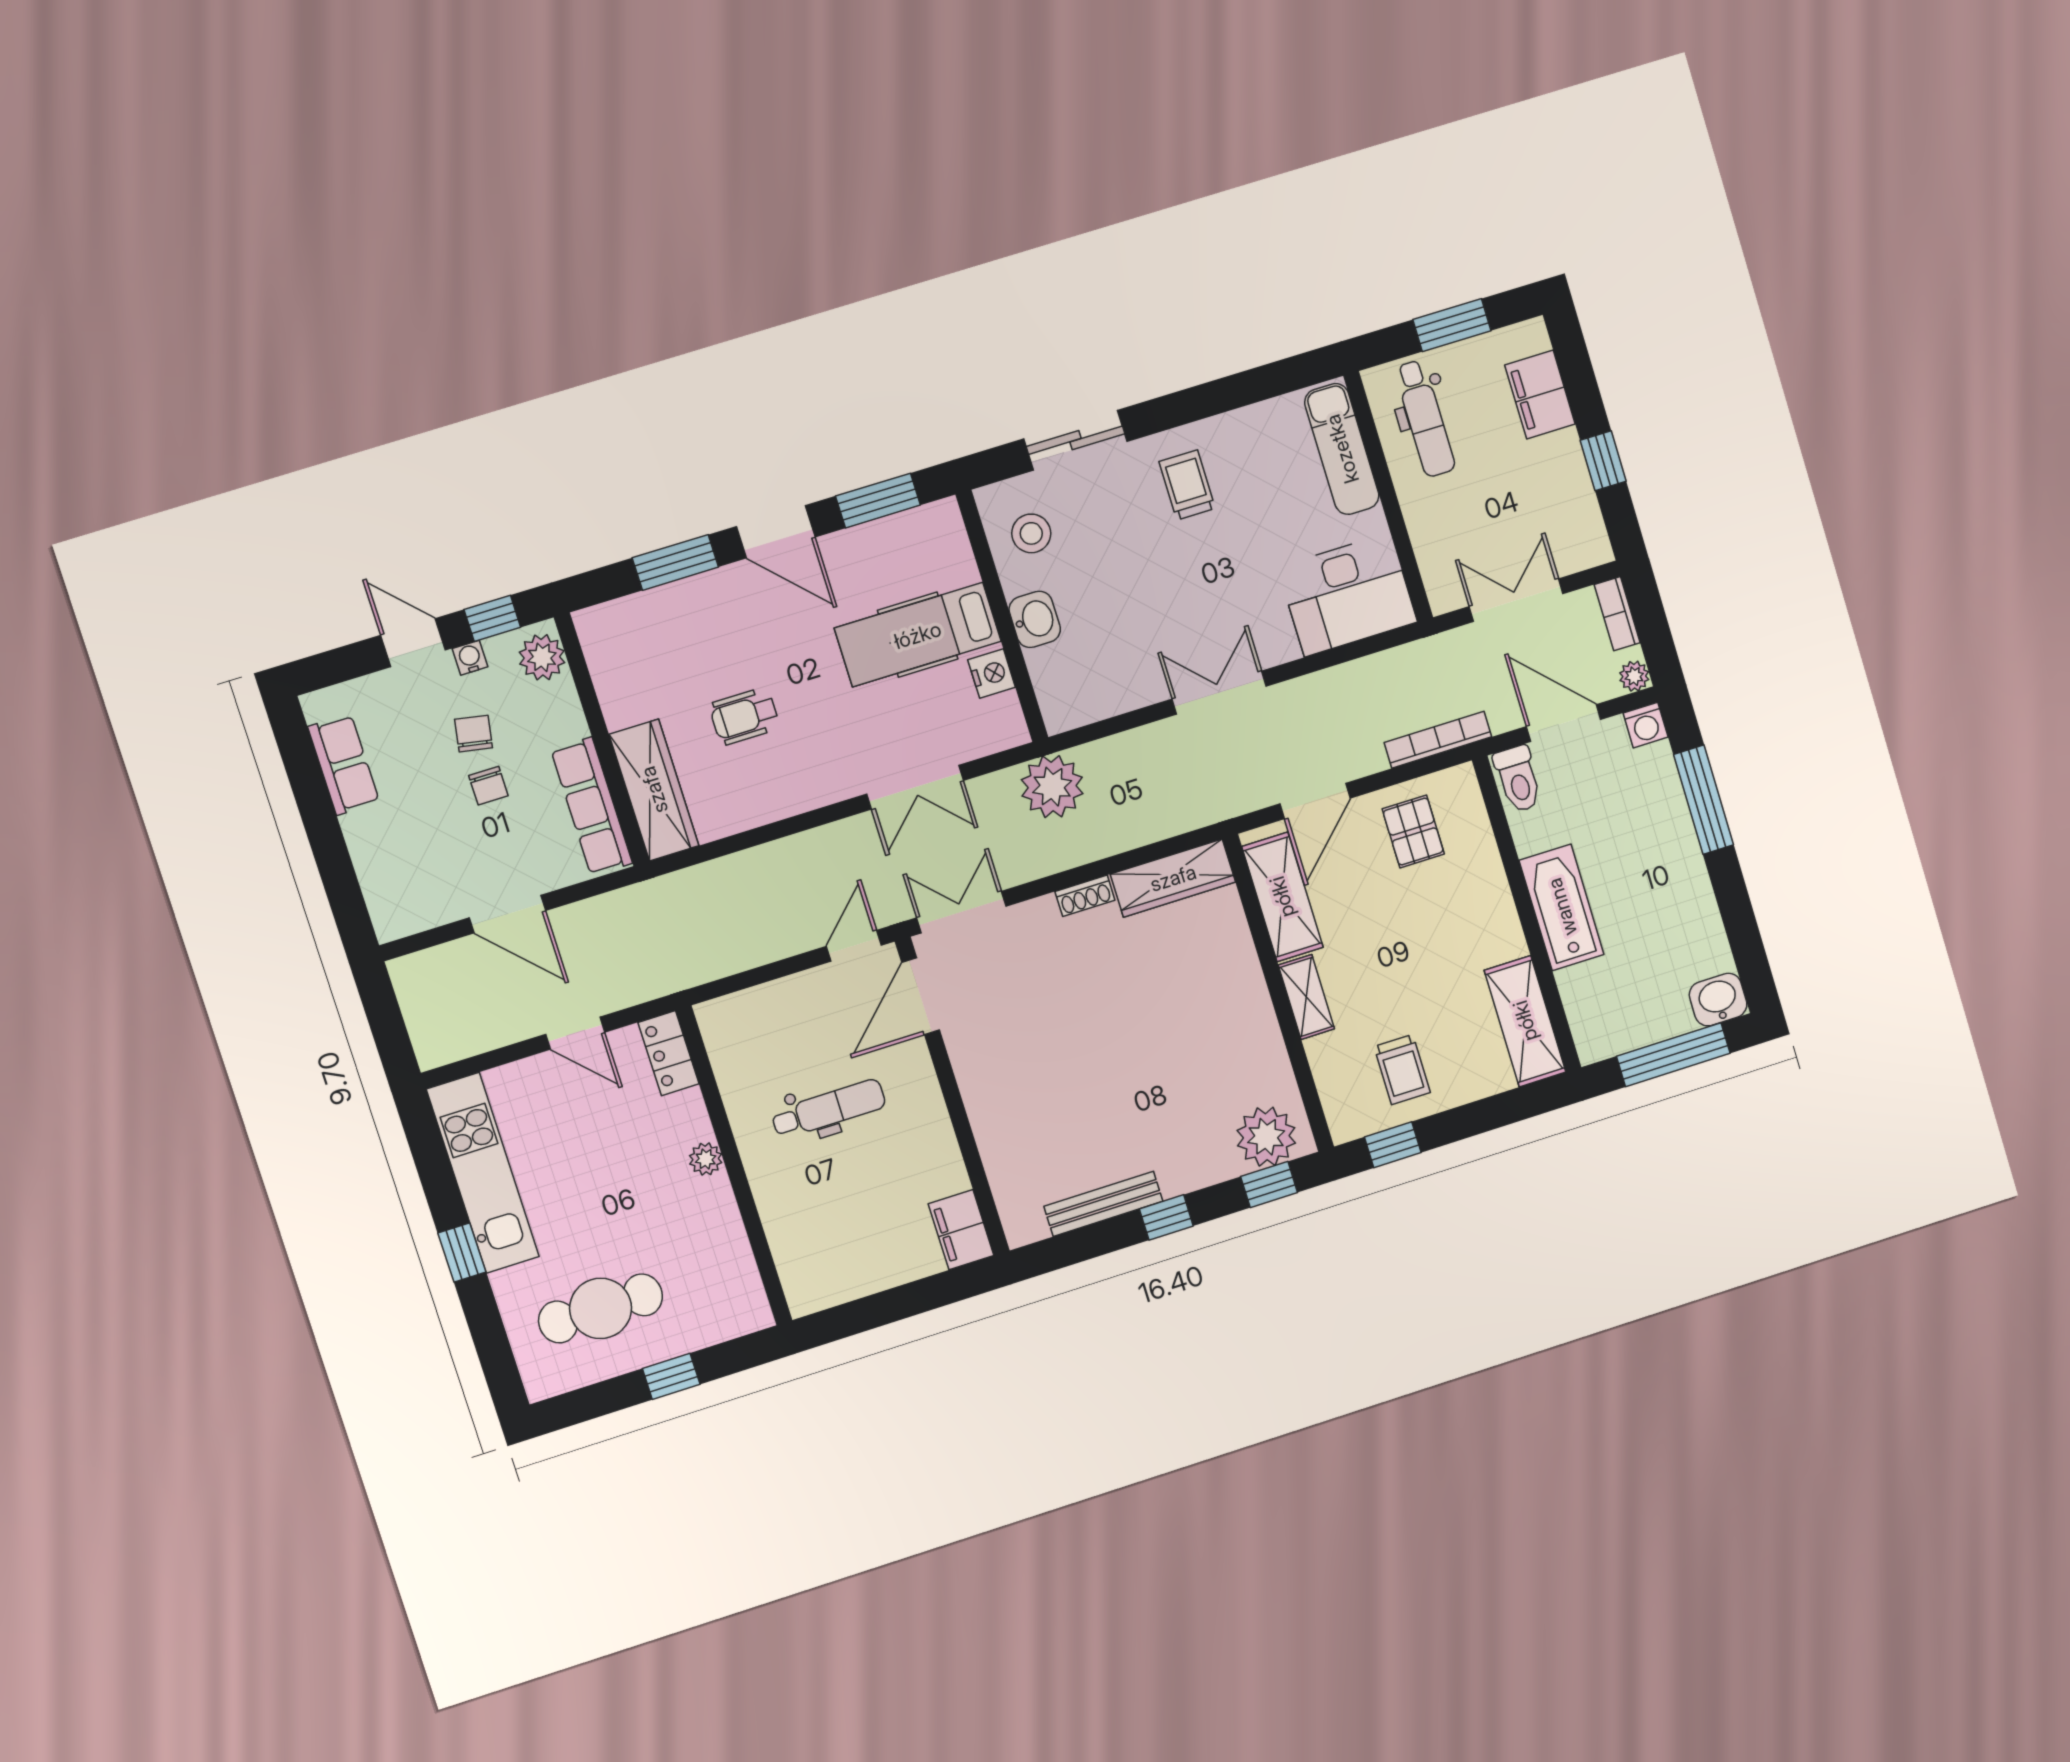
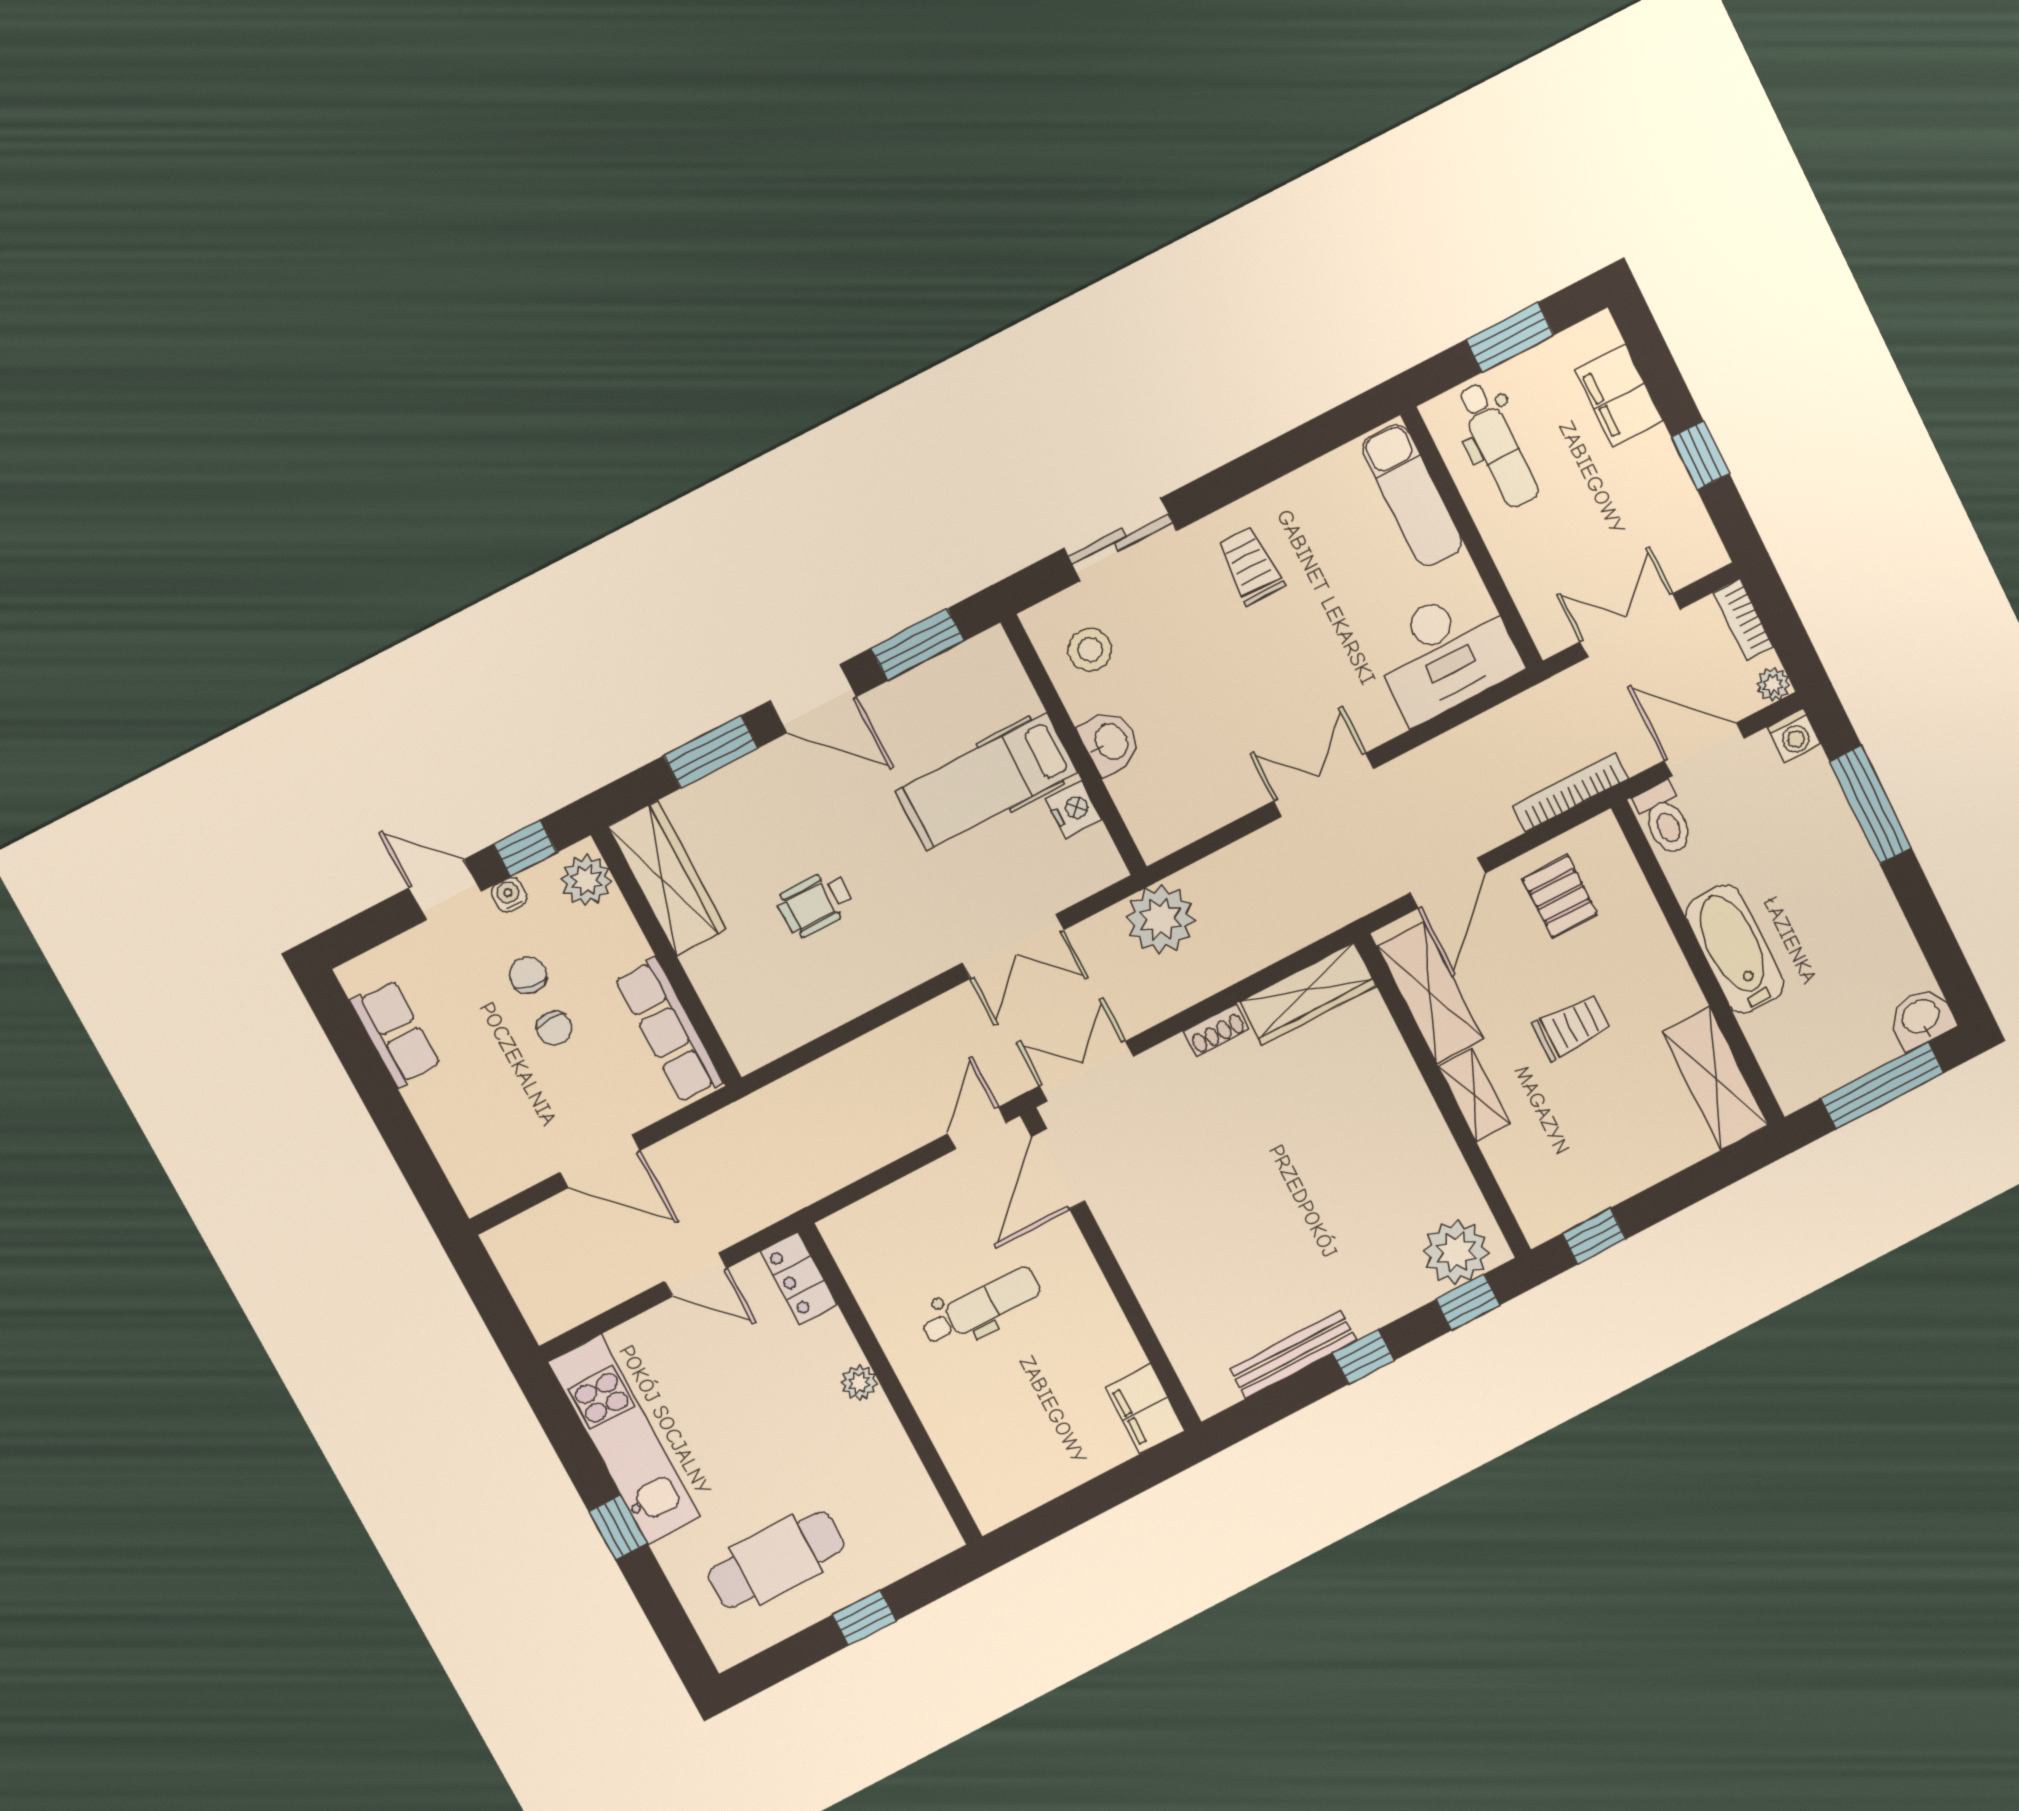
wardrobe: (654, 790) -> (667, 878), moved
trolley: (1402, 1070) -> (1571, 1027), moved, turned -90

